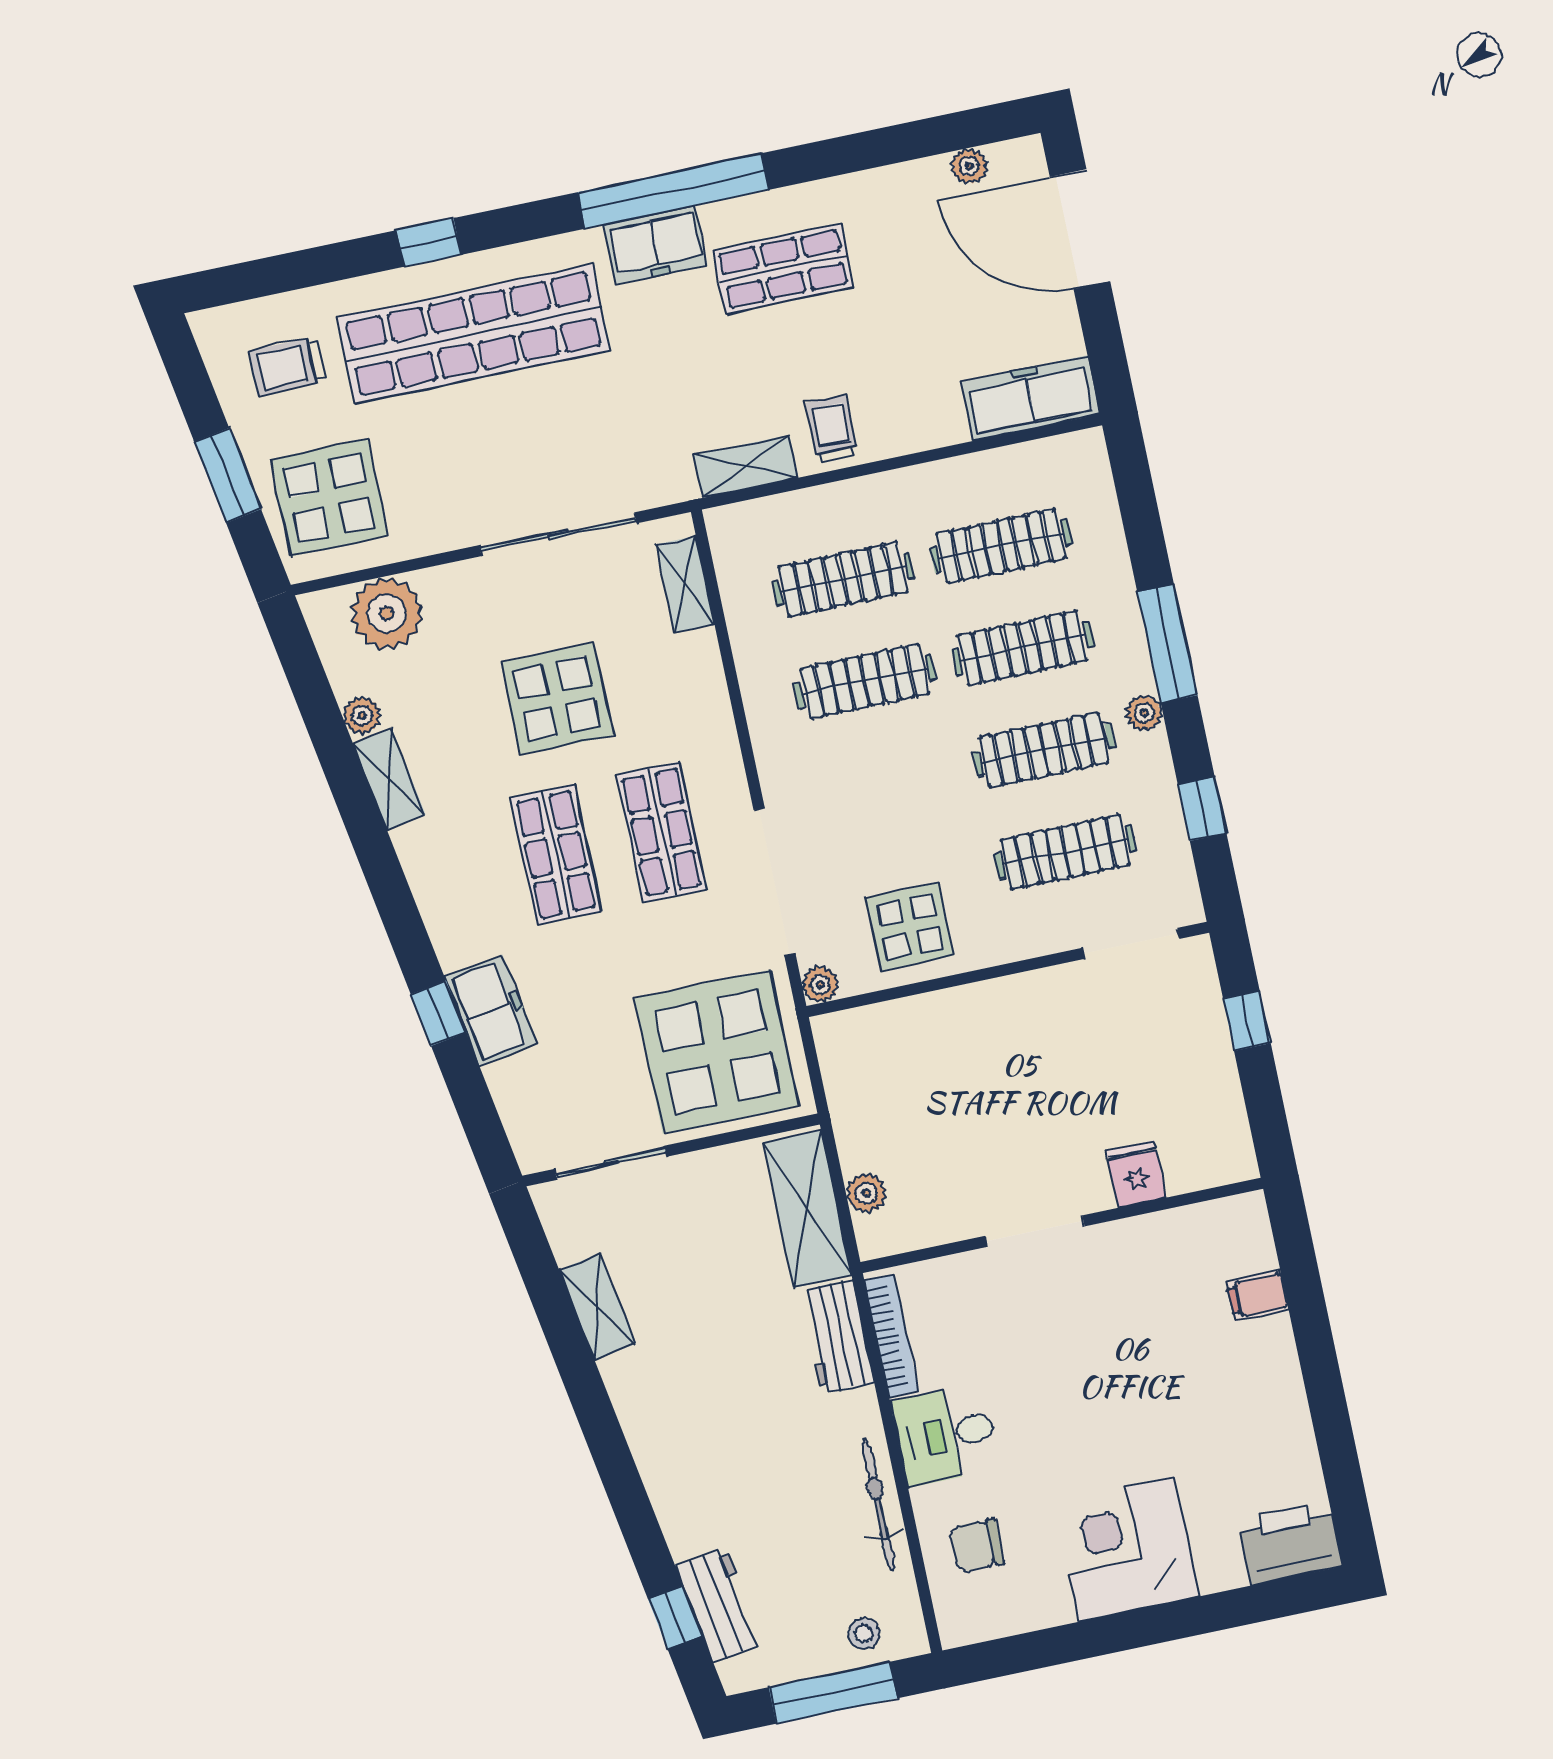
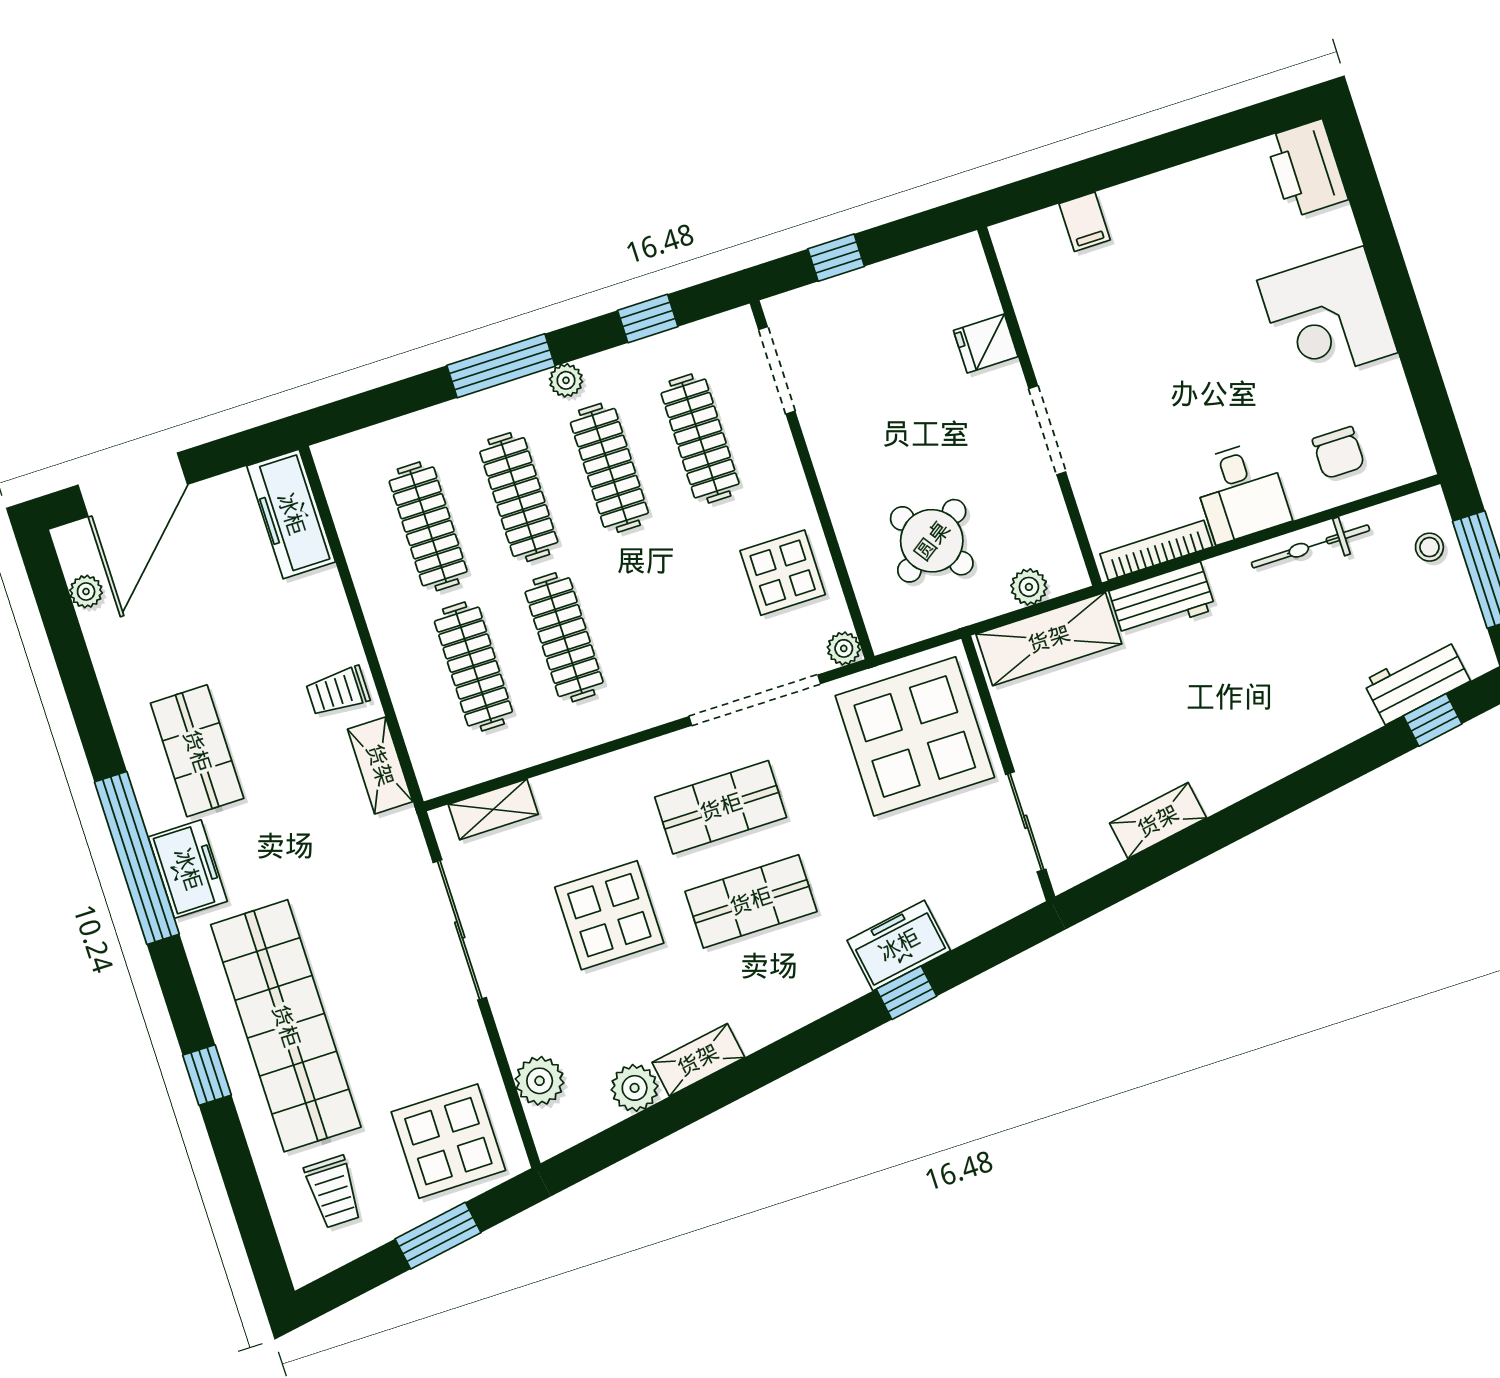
plant: (387, 613) -> (540, 1081), width x0.73, depth x0.73
plant: (362, 716) -> (635, 1088), width x1.38, depth x1.38
round table: (928, 1093) -> (932, 541), added

